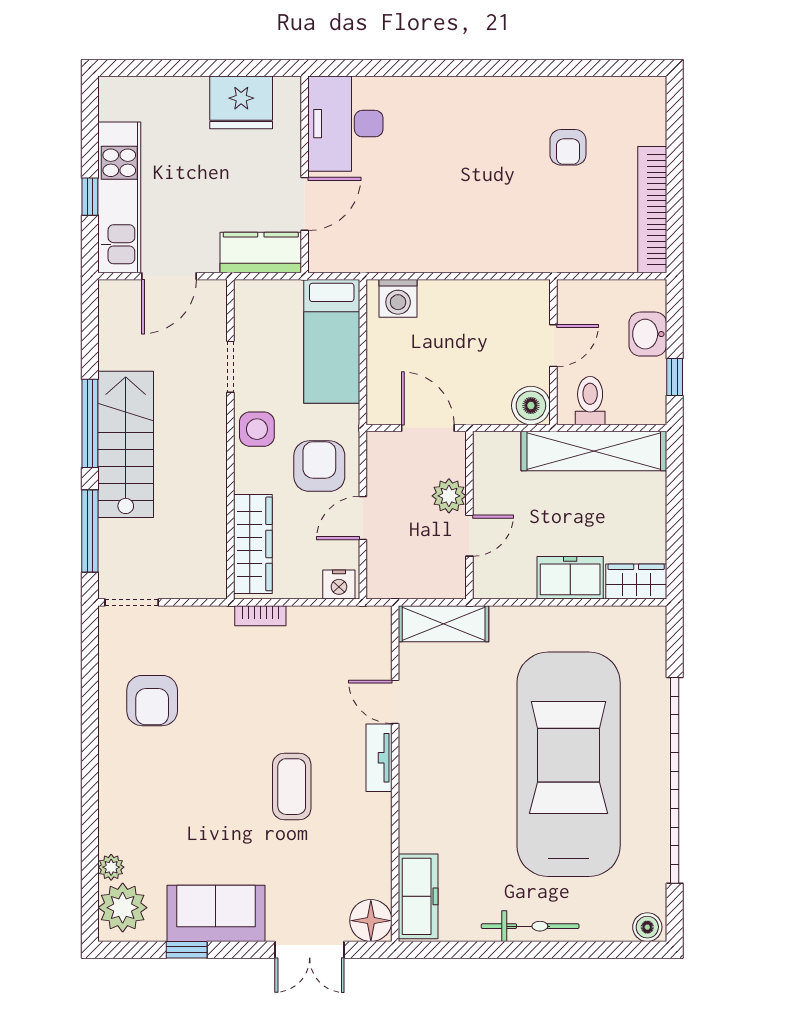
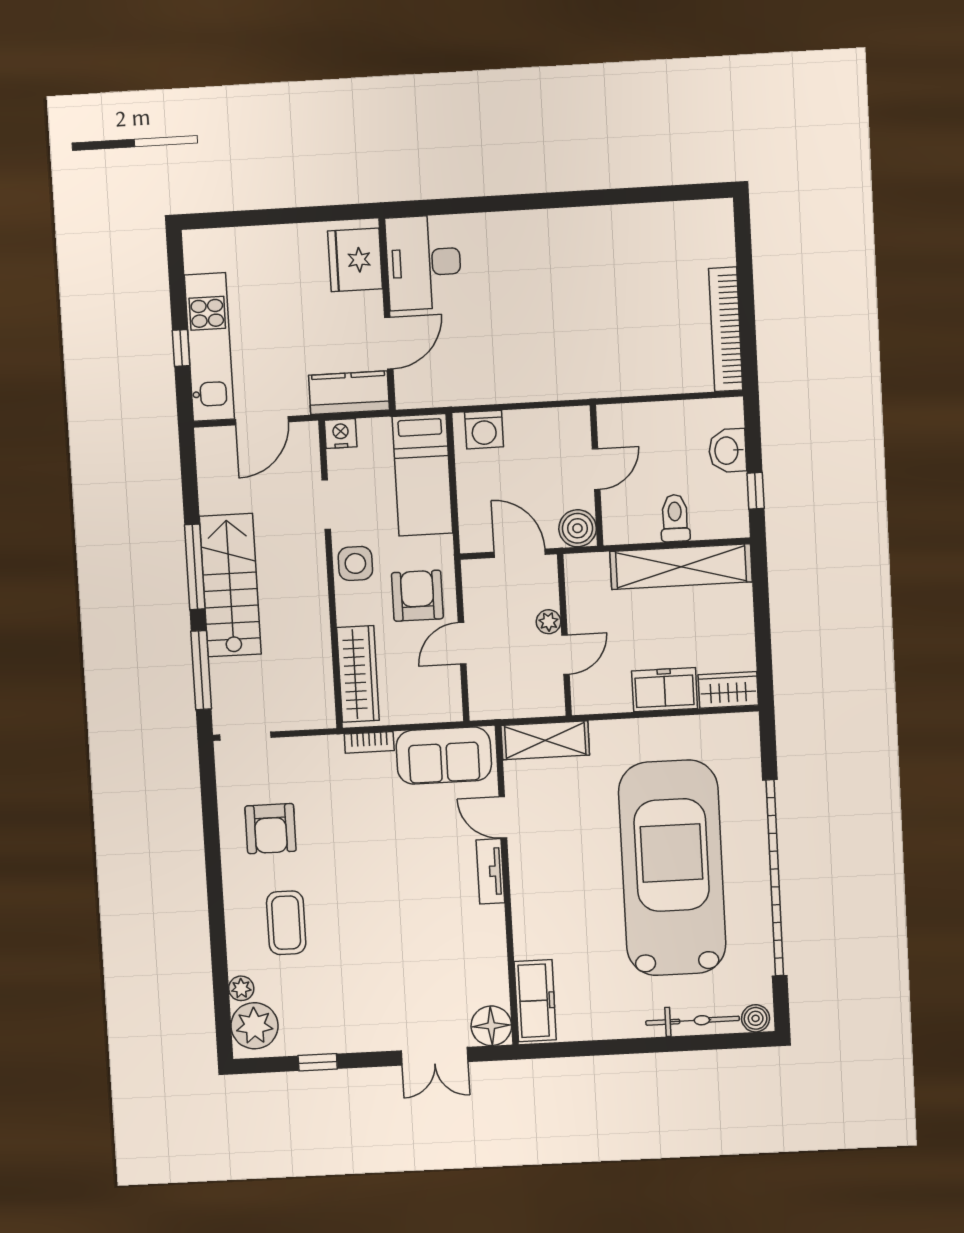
fridge: (241, 102) -> (355, 260), moved, turned 90
armchair: (568, 147) -> (641, 273), removed
door: (553, 346) -> (596, 469), moved
wall: (553, 352) -> (596, 475), moved
boiler: (531, 406) -> (578, 528), moved
plant: (449, 496) -> (548, 622), width x0.73, depth x0.73
nightstand: (339, 585) -> (341, 434), moved, turned 180
coffee table: (292, 787) -> (286, 923), moved
sofa: (216, 913) -> (444, 756), moved, turned 180
bicycle: (530, 926) -> (693, 1021), moved

